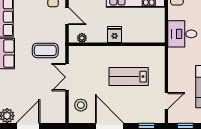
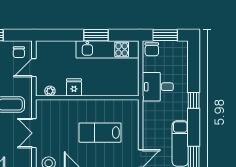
door: (67, 16) -> (34, 68), swing flipped
fridge: (115, 35) -> (74, 87), moved

